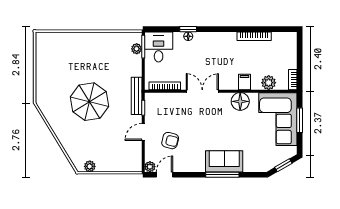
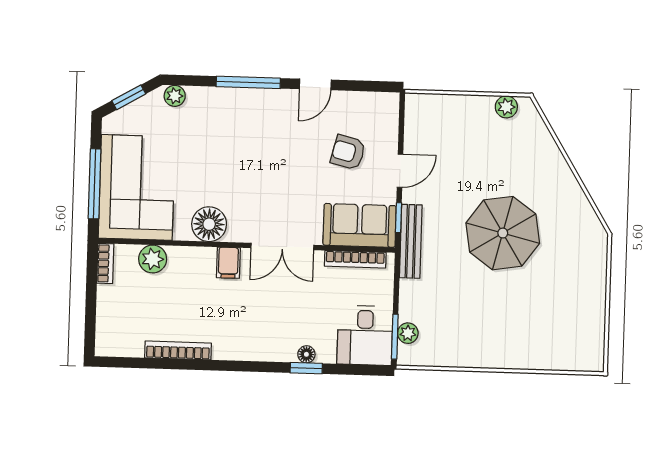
filing cabinet: (244, 82) -> (228, 263), moved
window: (300, 120) -> (95, 184), width x1.44
sofa: (224, 161) -> (360, 225), moved, turned 180
plant: (150, 167) -> (175, 96), moved
door: (165, 175) -> (315, 84), moved

